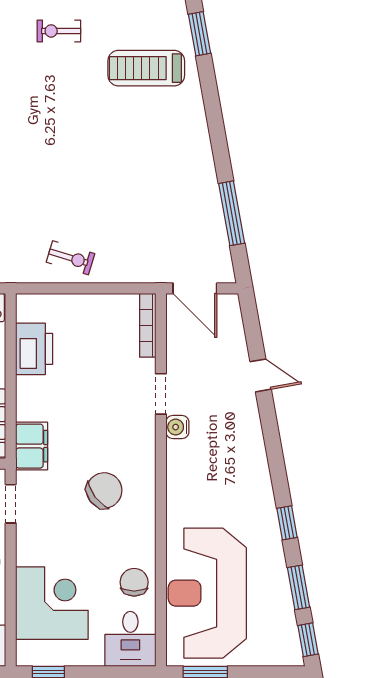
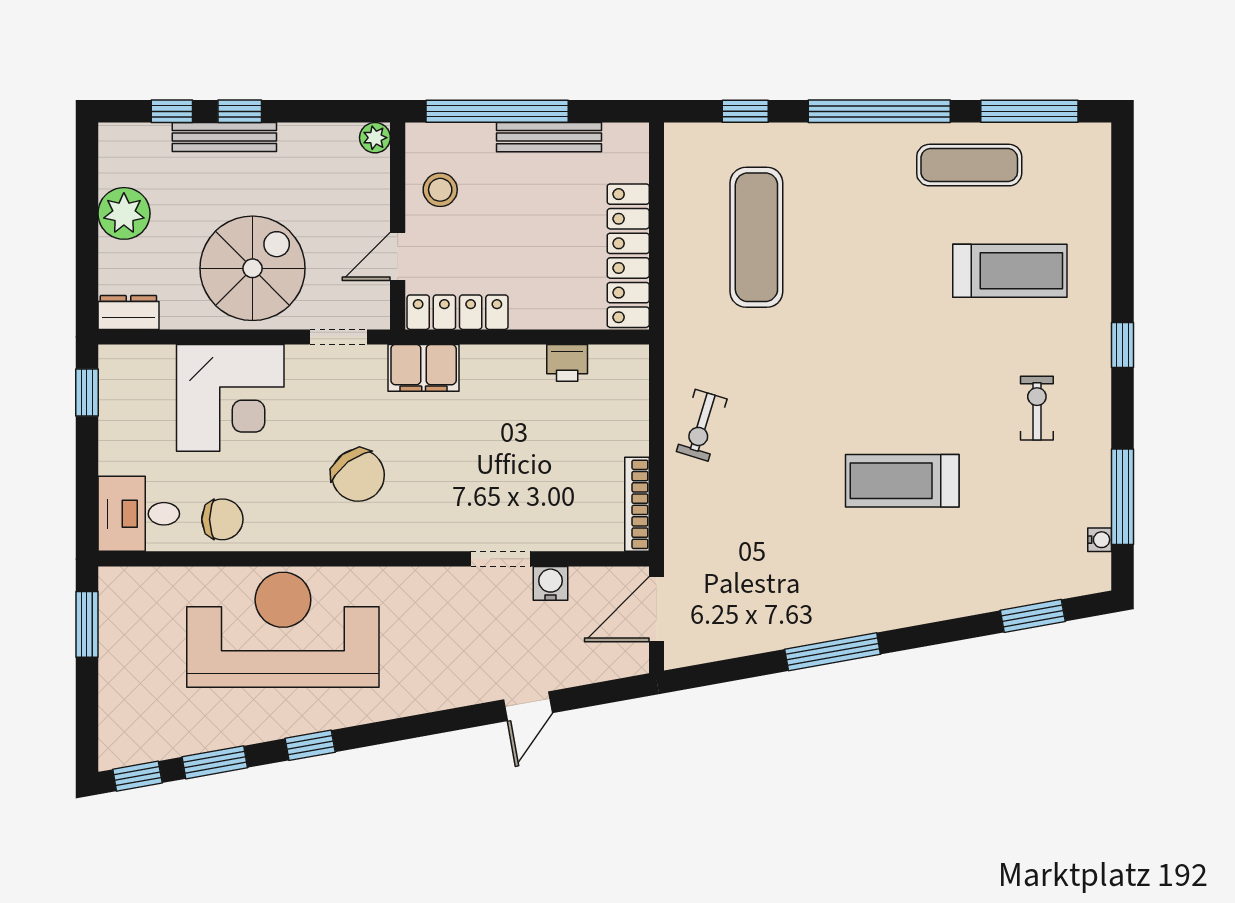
treadmill: (146, 68) -> (902, 481), moved, turned -90
window: (232, 213) -> (833, 652), moved
bookcase: (148, 325) -> (637, 504), moved, turned -90
printer: (34, 349) -> (567, 363), width x0.53, depth x0.68
water cooler: (177, 427) -> (550, 583), moved
reception desk: (207, 593) -> (283, 630), moved
corner desk: (52, 603) -> (230, 398), moved

